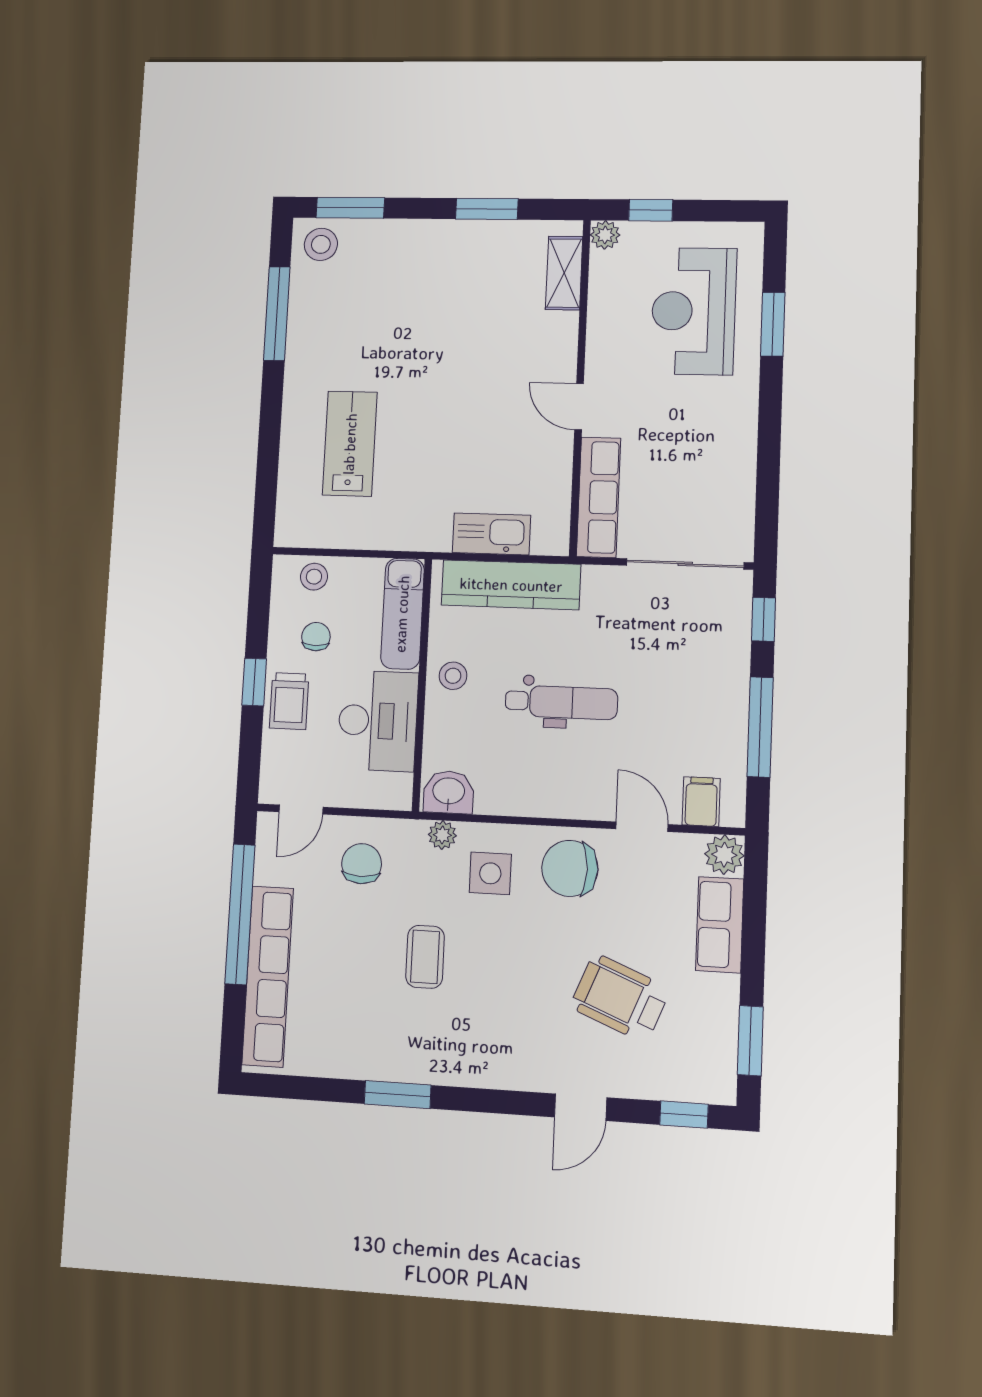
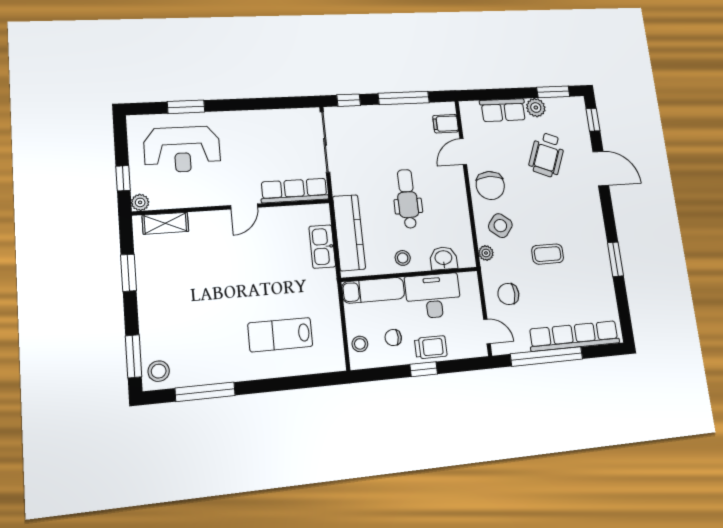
washbasin: (449, 792) -> (443, 258), moved, turned 90
plant: (724, 855) -> (536, 108), moved
side table: (490, 873) -> (500, 226), turned 38
door: (581, 1107) -> (601, 168), width x1.38

